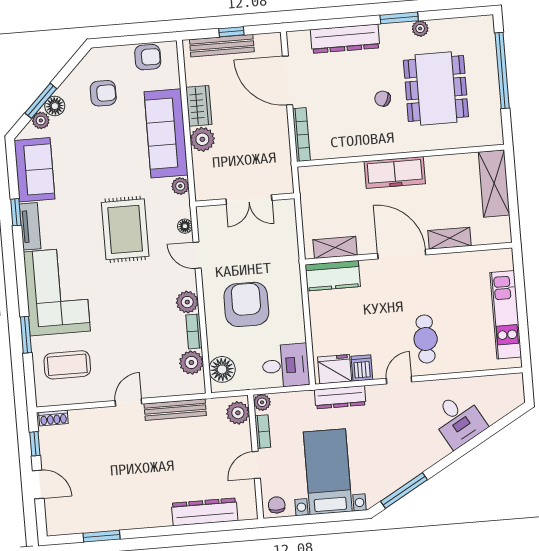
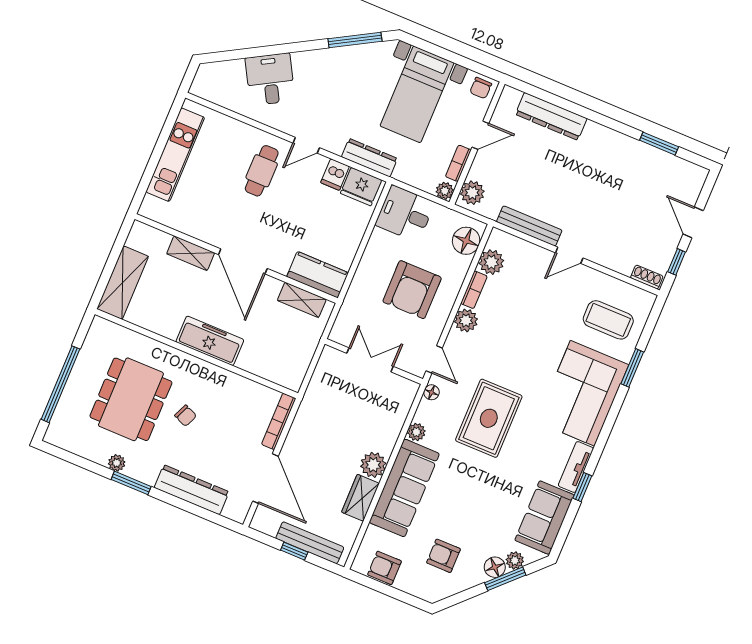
wall: (245, 200) -> (374, 361), moved
double door: (249, 200) -> (370, 360), moved

